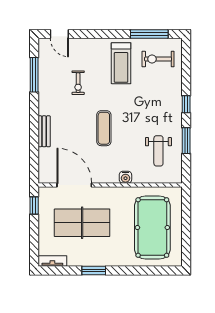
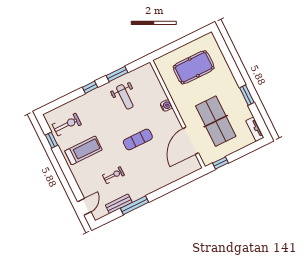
window: (149, 34) -> (51, 140), width x0.46
exercise bike: (158, 59) -> (67, 125), turned -90
window: (34, 75) -> (134, 205), moved
bench: (44, 131) -> (119, 204), moved
weight bench: (158, 151) -> (125, 97), moved, turned 90
pool table: (152, 228) -> (194, 67), width x0.73, depth x0.76

